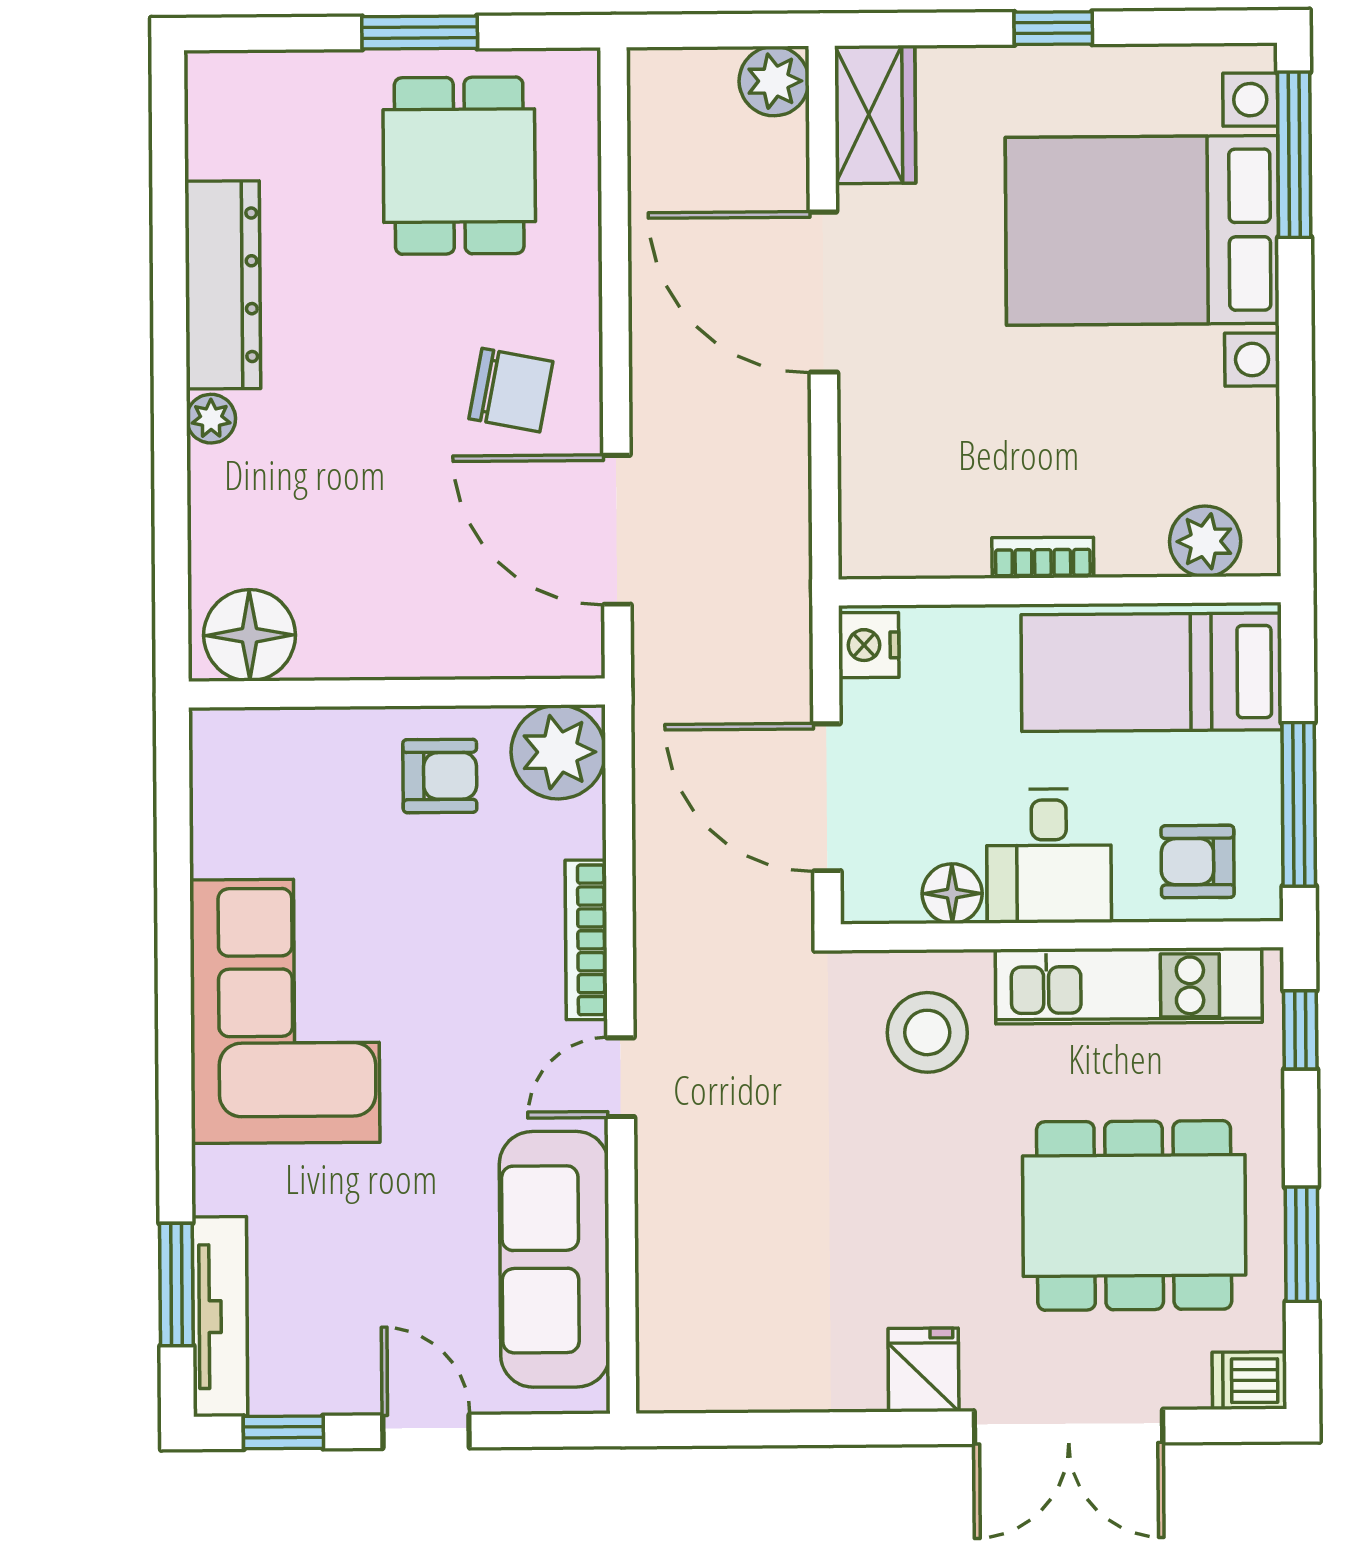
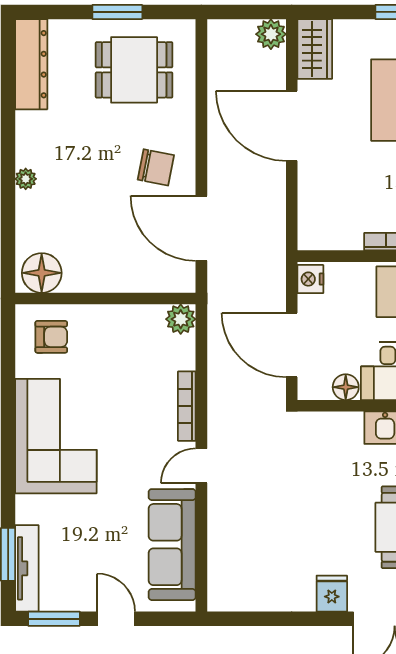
dining table: (459, 166) -> (134, 70), turned 90
dresser: (223, 285) -> (31, 64), moved
plant: (558, 752) -> (181, 319), width x0.73, depth x0.73
armchair: (440, 776) -> (51, 337), moved
stool: (927, 1032) -> (334, 447), removed
window: (283, 1432) -> (54, 619), width x1.50

